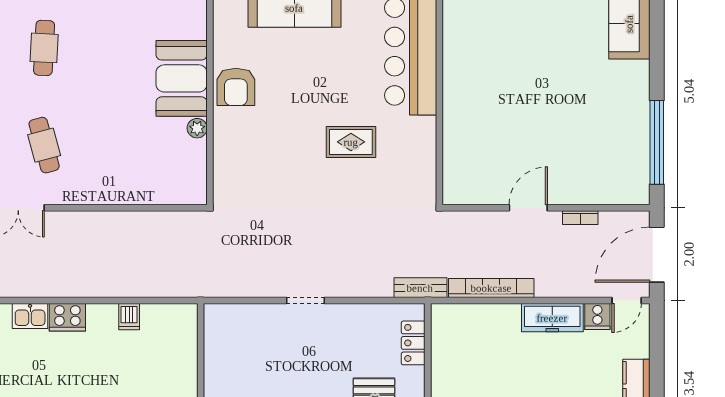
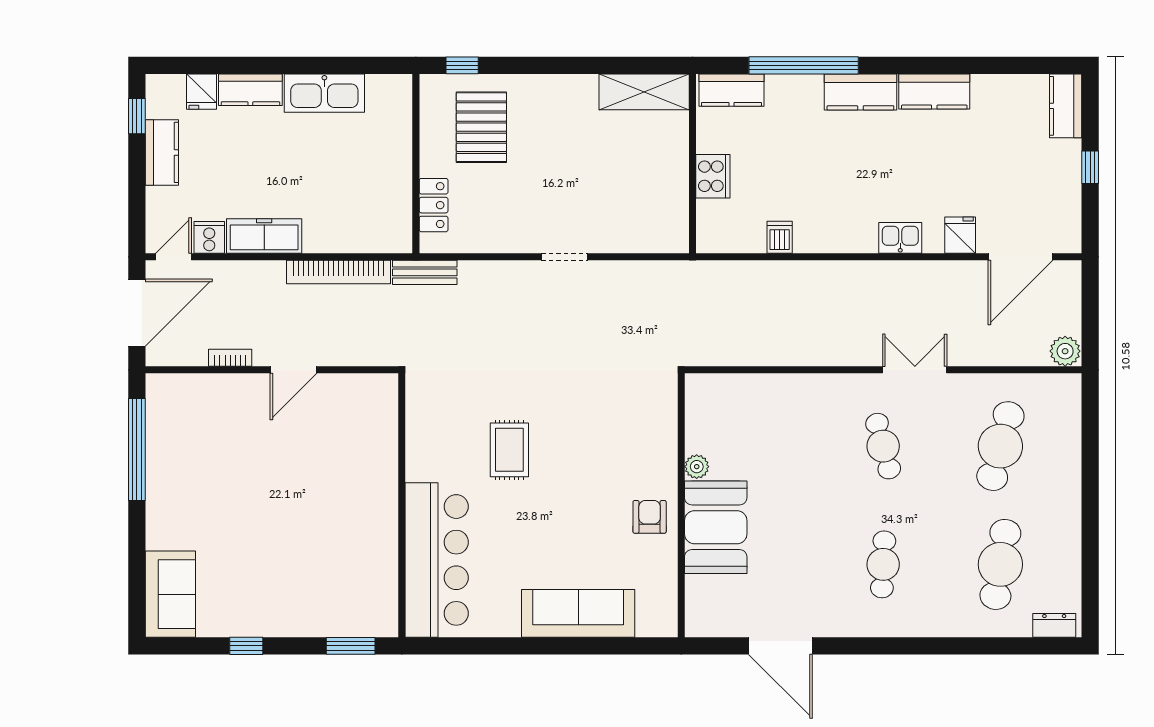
armchair: (236, 87) -> (650, 517), width x0.72, depth x0.72
rug: (351, 142) -> (509, 450), turned 90
cooker: (67, 317) -> (713, 176), moved, turned 90

